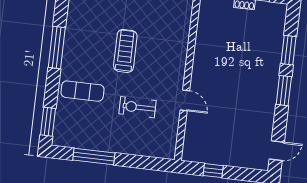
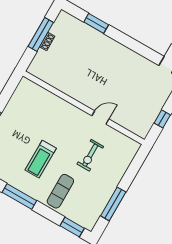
treadmill: (125, 51) -> (41, 159), moved, turned -90
window: (284, 91) -> (125, 40), removed

